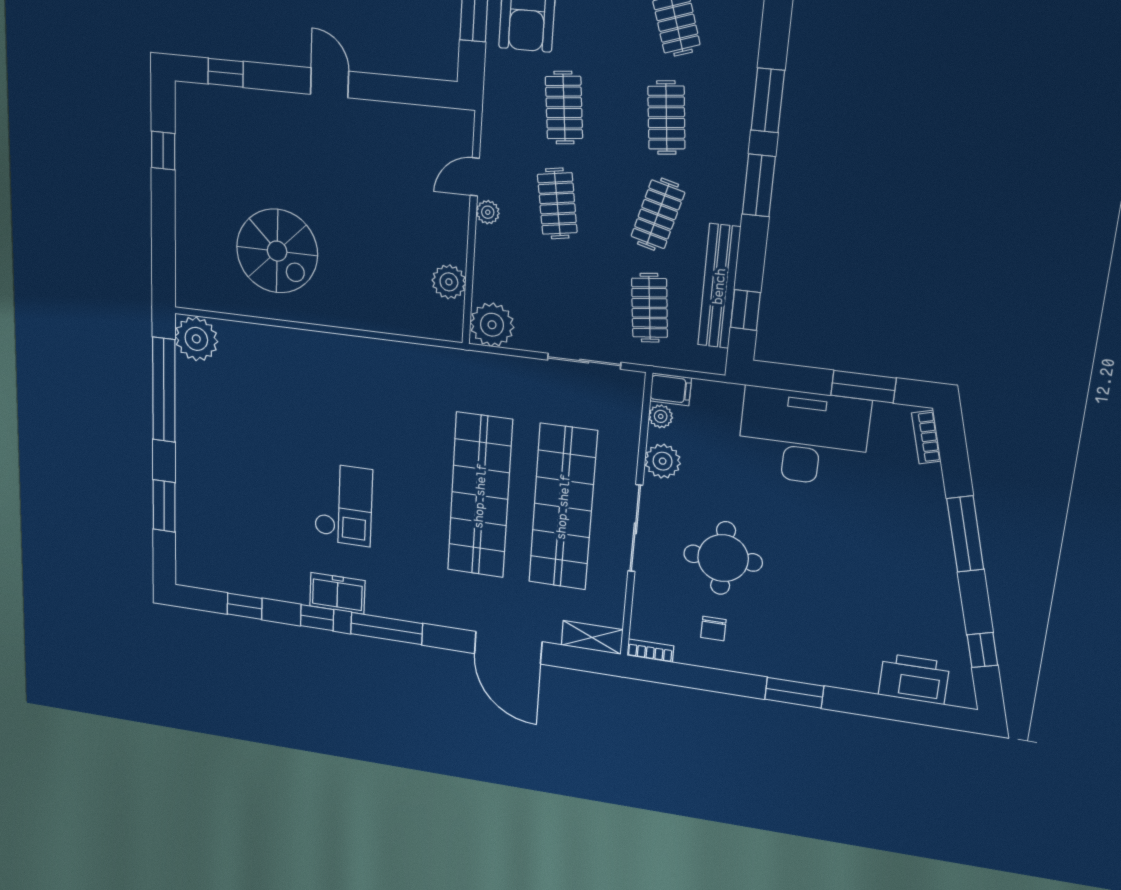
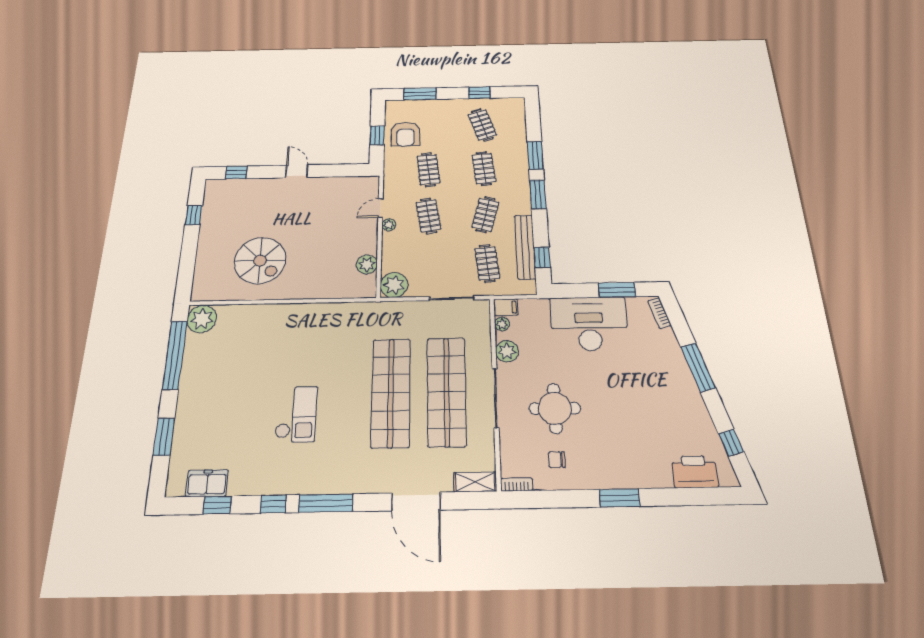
freezer: (337, 593) -> (207, 483), moved
chair: (713, 628) -> (557, 460), turned 90

